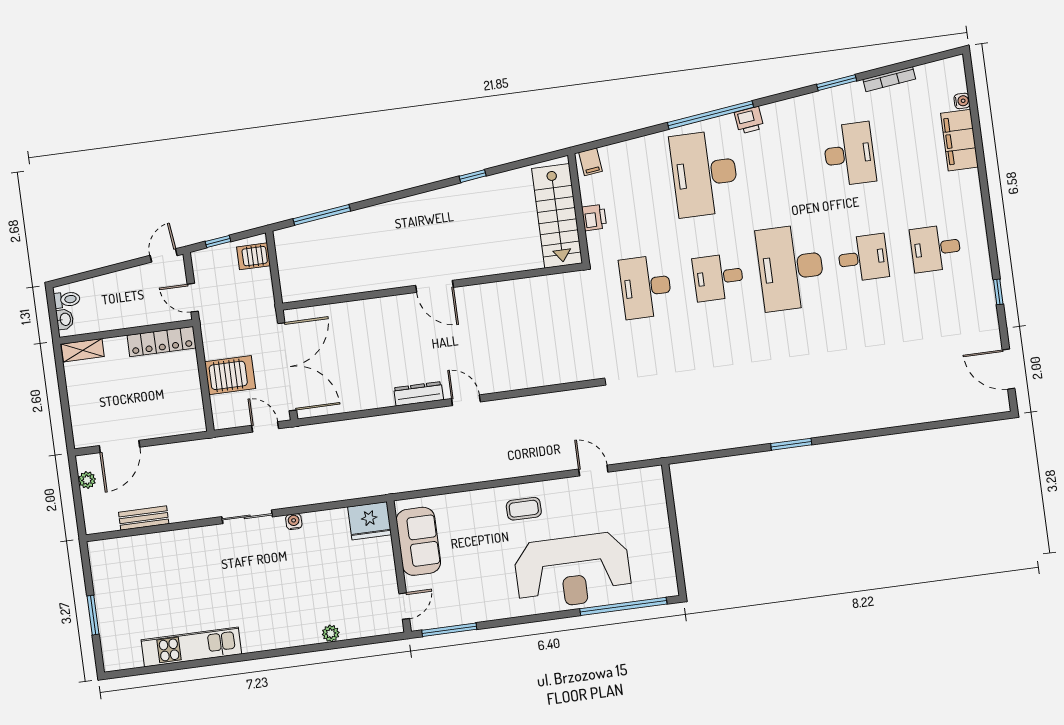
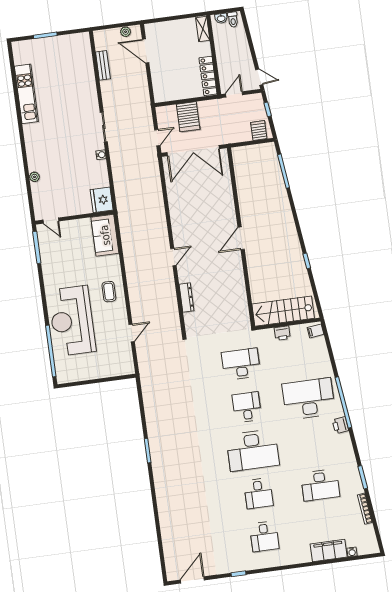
desk: (936, 248) -> (264, 536), turned 180
desk: (791, 268) -> (253, 450), turned 180
dresser: (419, 394) -> (186, 297), moved
sofa: (418, 541) -> (105, 235), moved, turned 90

